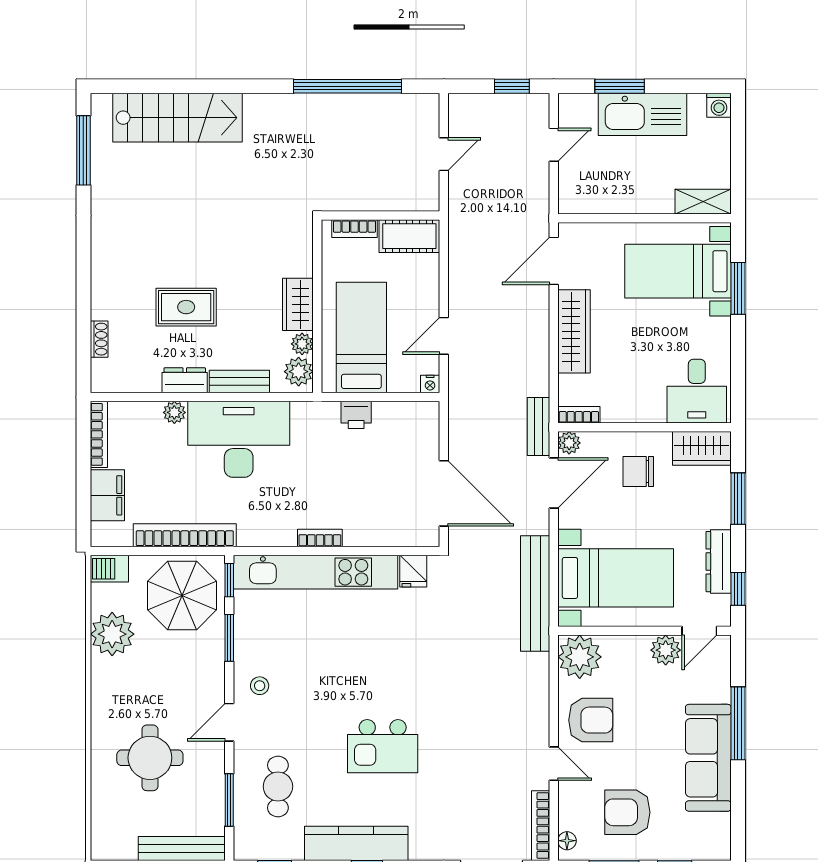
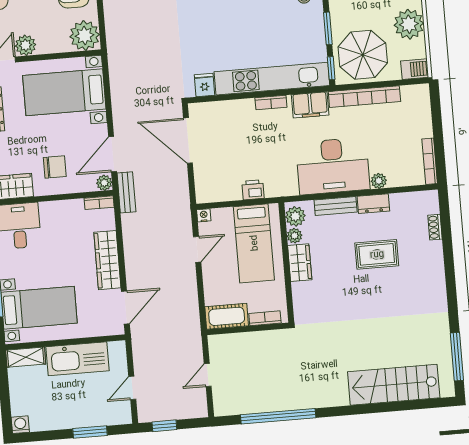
kitchen sink: (642, 114) -> (77, 359), moved, turned 180
filing cabinet: (107, 495) -> (310, 105), moved, turned -90
bench: (535, 593) -> (119, 77), removed

